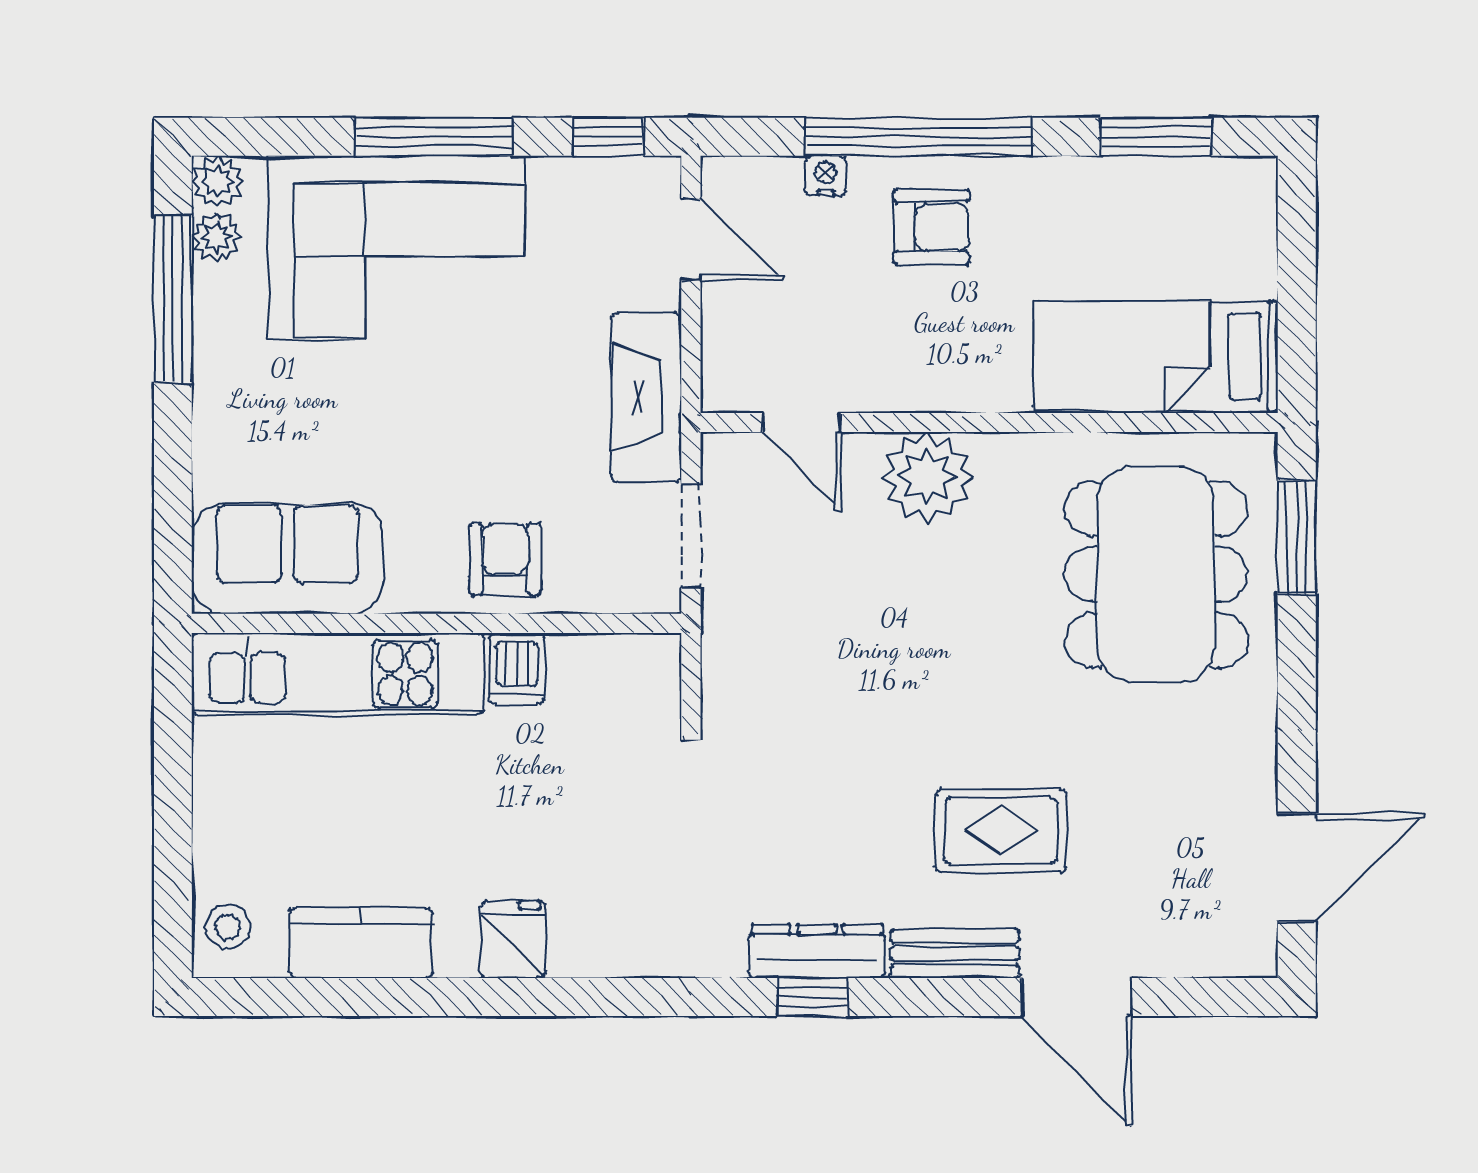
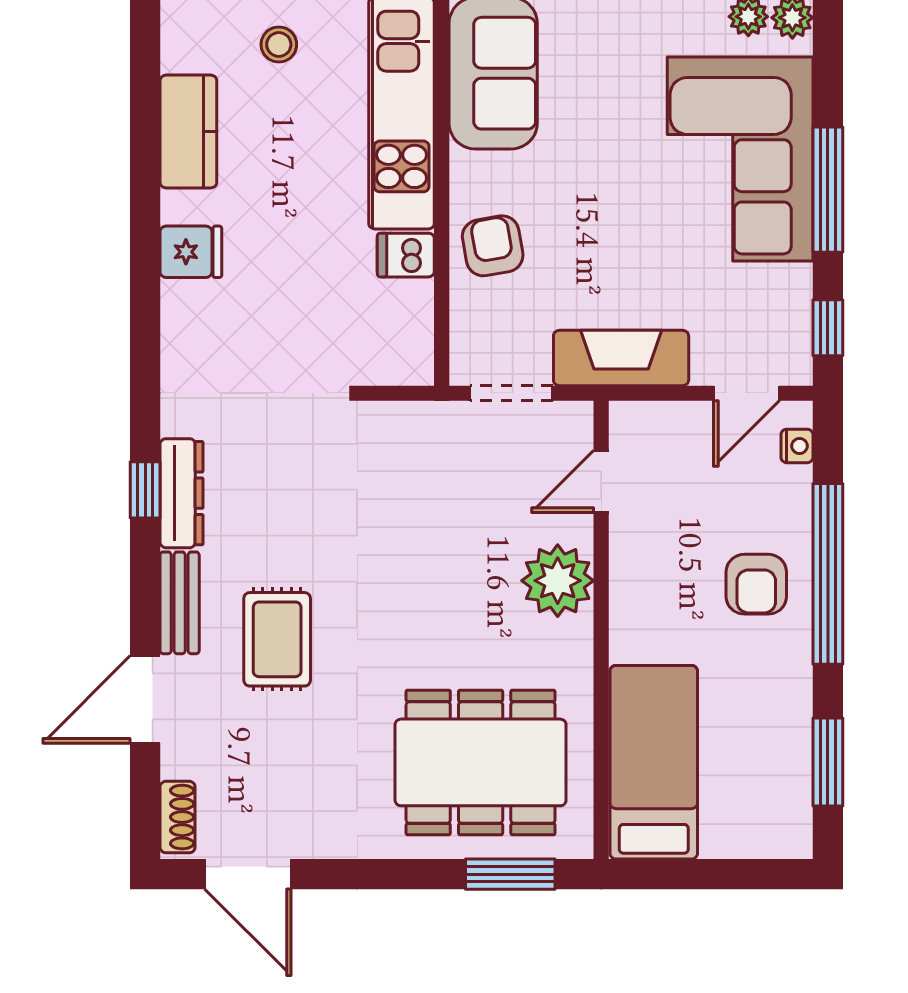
nightstand: (826, 176) -> (797, 446), moved
armchair: (505, 559) -> (493, 246), turned -100
stool: (228, 927) -> (279, 44), moved
shoe rack: (1225, 956) -> (178, 817), added

